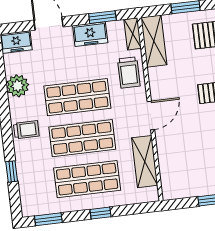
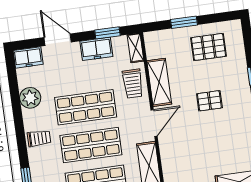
shelving: (154, 41) -> (159, 82), moved

